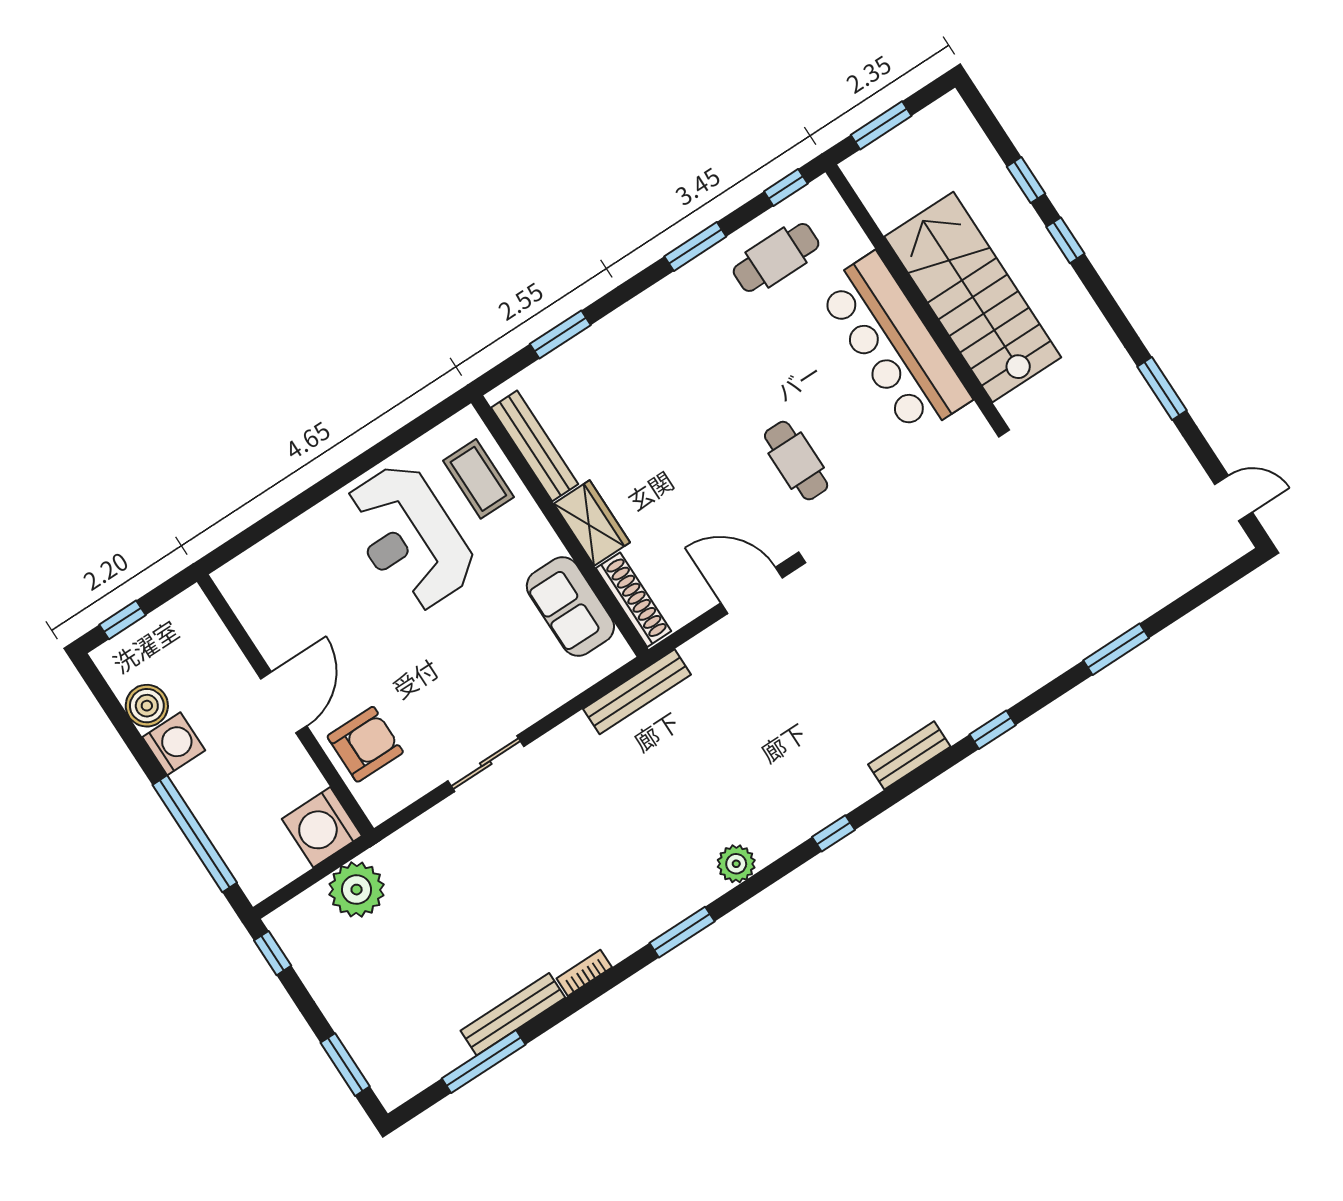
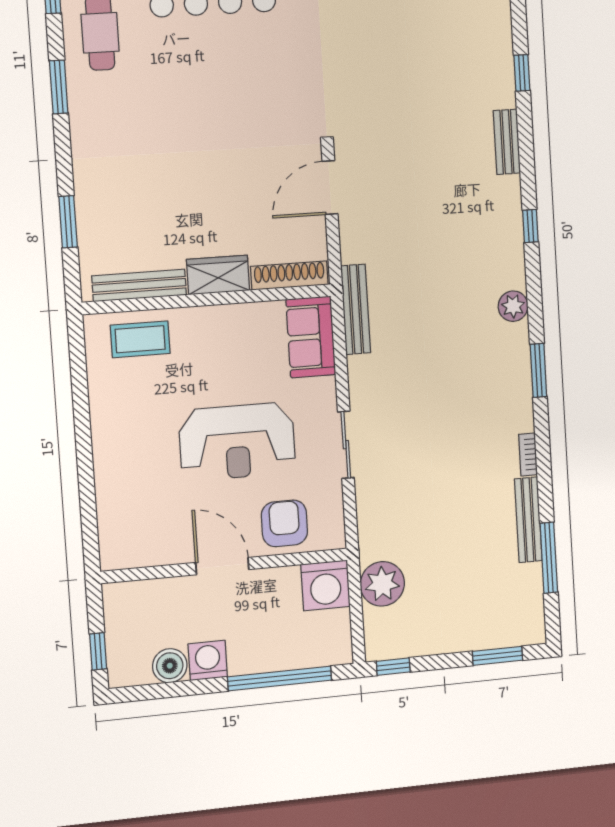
cafe table: (796, 461) -> (256, 103), removed
reception desk: (409, 537) -> (237, 442), moved
sofa: (570, 606) -> (311, 337), moved, turned 90

